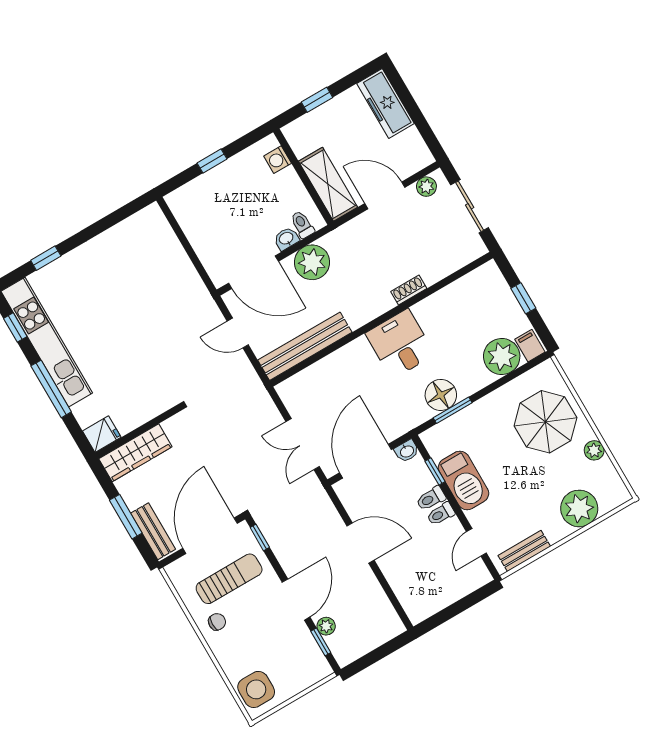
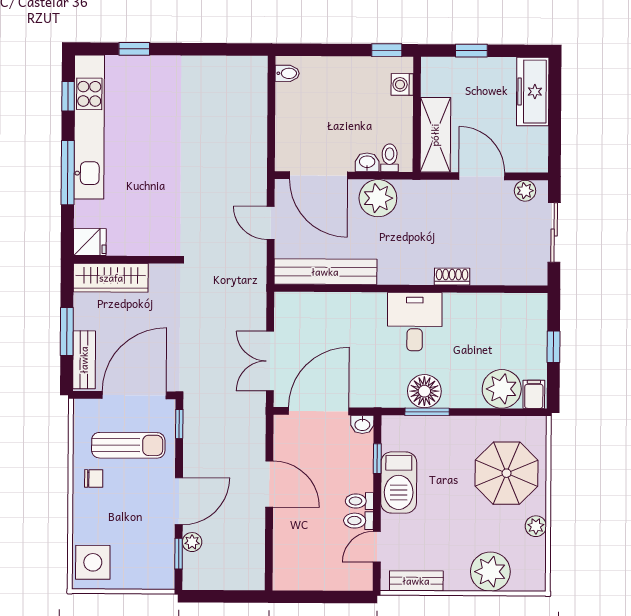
window: (212, 161) -> (387, 50), moved
bidet: (180, 205) -> (287, 73), added
toilet: (431, 499) -> (358, 521), moved

